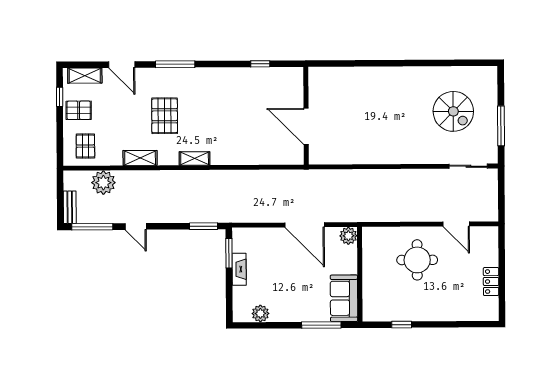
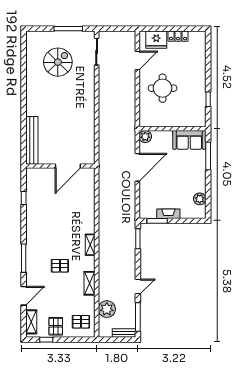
bench: (342, 75) -> (32, 140), added
pallet: (165, 116) -> (60, 266), width x0.67, depth x0.71
fridge: (486, 251) -> (156, 40), added

